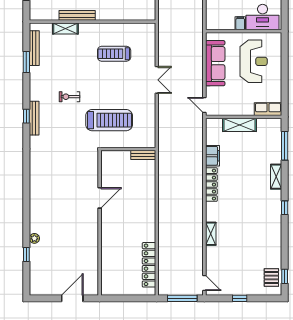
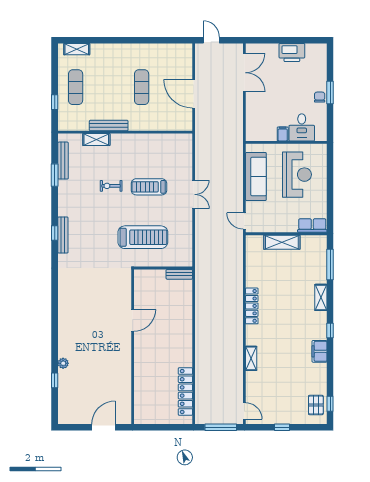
desk: (263, 17) -> (302, 127), width x0.73
treadmill: (114, 54) -> (149, 187), moved
exercise bike: (69, 97) -> (111, 186), moved
filing cabinet: (212, 156) -> (320, 351), moved, turned 180

